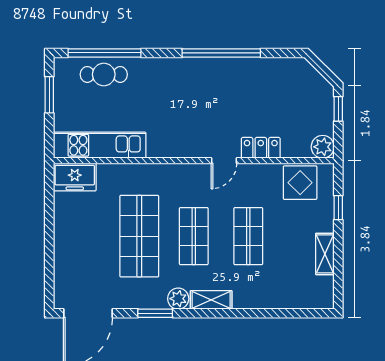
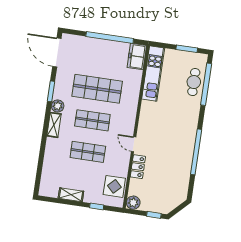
window: (49, 228) -> (110, 37), added

